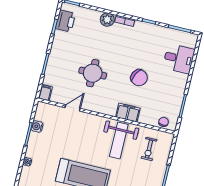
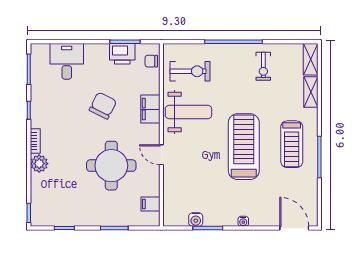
printer: (65, 21) -> (122, 54), moved, turned 180
round table: (93, 73) -> (111, 166), width x1.36, depth x1.36
filing cabinet: (45, 93) -> (150, 204), moved
door: (73, 108) -> (161, 155), moved
exercise bike: (149, 149) -> (190, 71), width x1.38, depth x1.39

